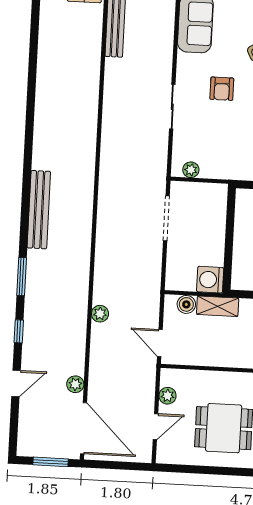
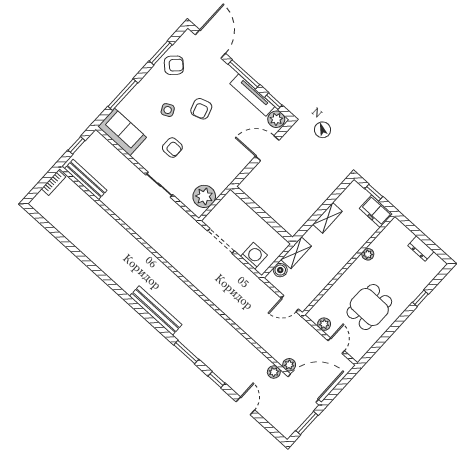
plant: (191, 170) -> (204, 196), width x1.88, depth x1.88
washing machine: (210, 280) -> (254, 256), moved, turned 180
plant: (100, 314) -> (289, 365), moved

